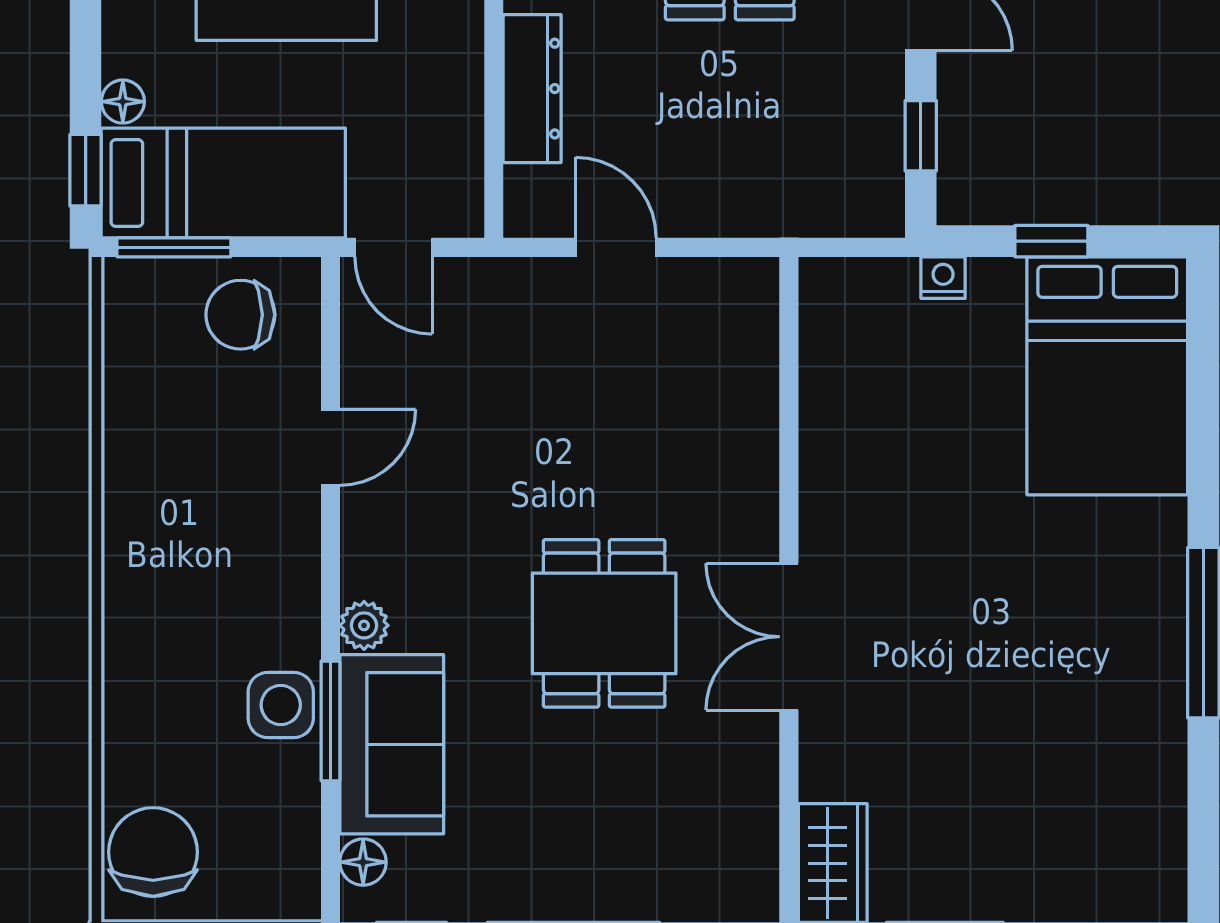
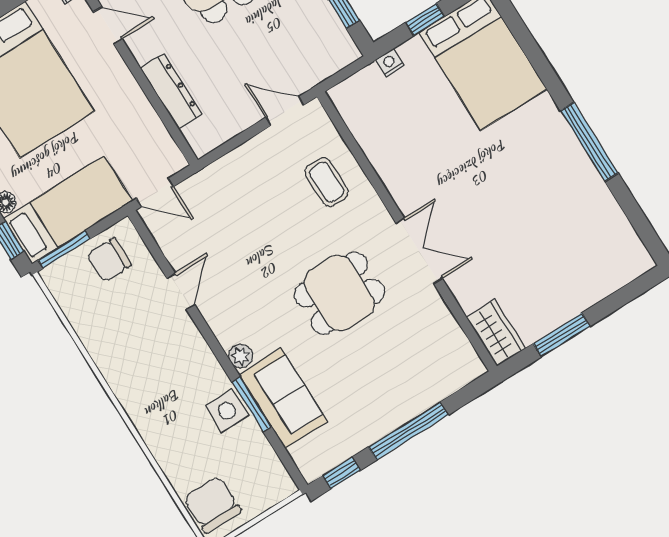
door: (616, 247) -> (285, 111), moved
coffee table: (703, 416) -> (327, 182), added
dining table: (604, 623) -> (339, 293), turned 90
double door: (789, 637) -> (419, 251), swing flipped
floor lamp: (363, 862) -> (302, 454), removed

